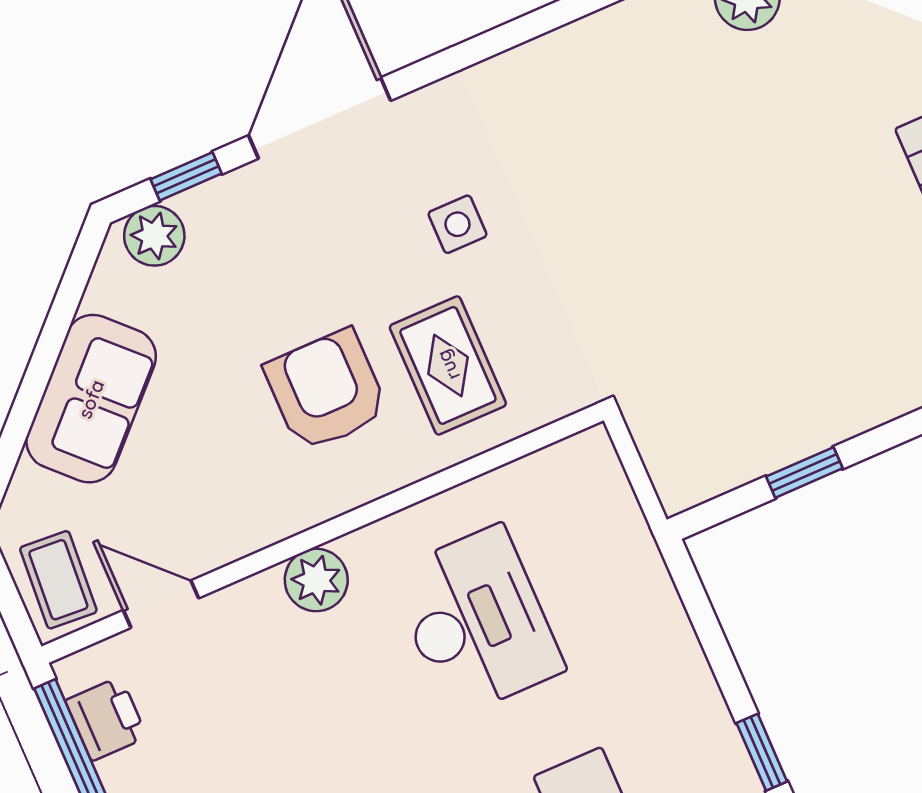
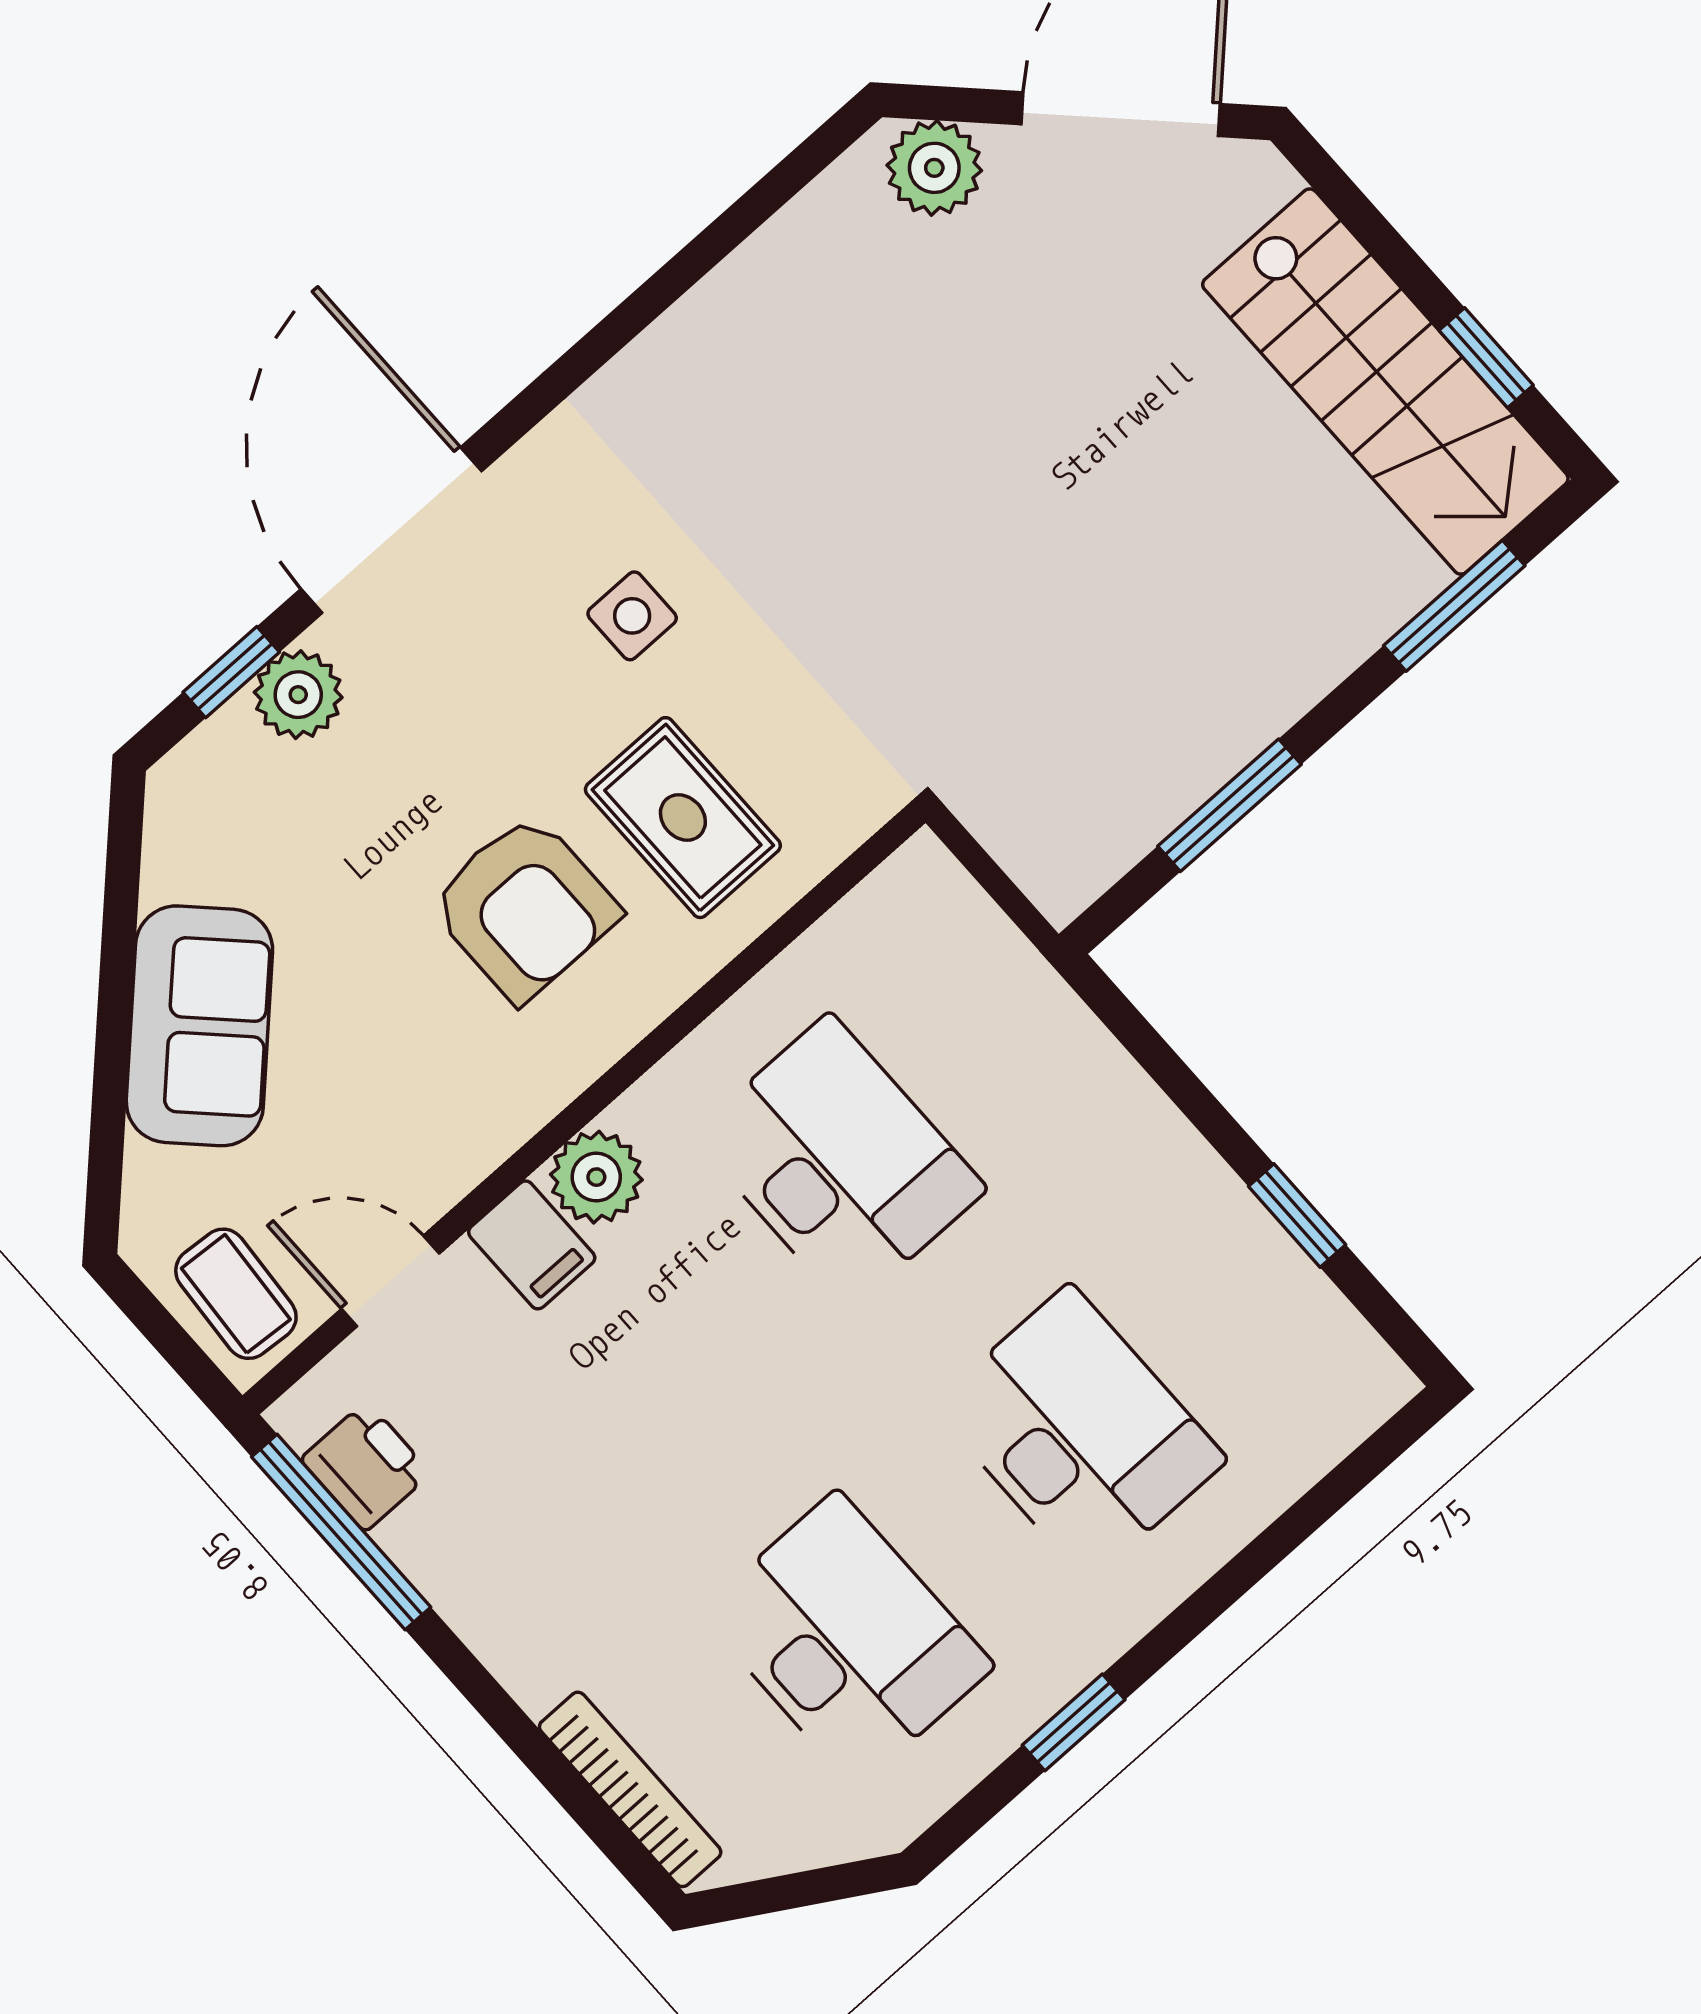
plant: (154, 236) -> (298, 695), moved
armchair: (326, 390) -> (524, 908), turned 180
window: (804, 472) -> (1229, 805), width x1.50
filing cabinet: (260, 610) -> (532, 1245), added

